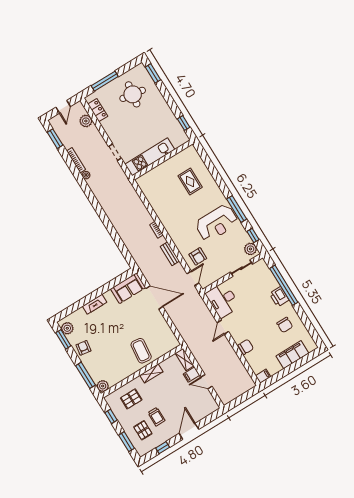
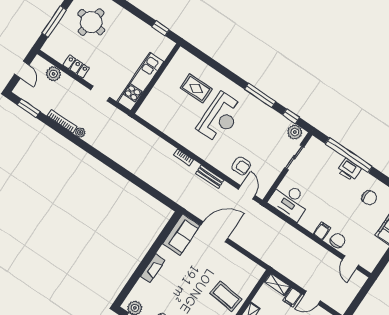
locker: (98, 110) -> (76, 66), moved
reception desk: (217, 223) -> (220, 118), moved
door: (223, 327) -> (350, 262), moved
filing cabinet: (263, 376) -> (322, 231), moved

